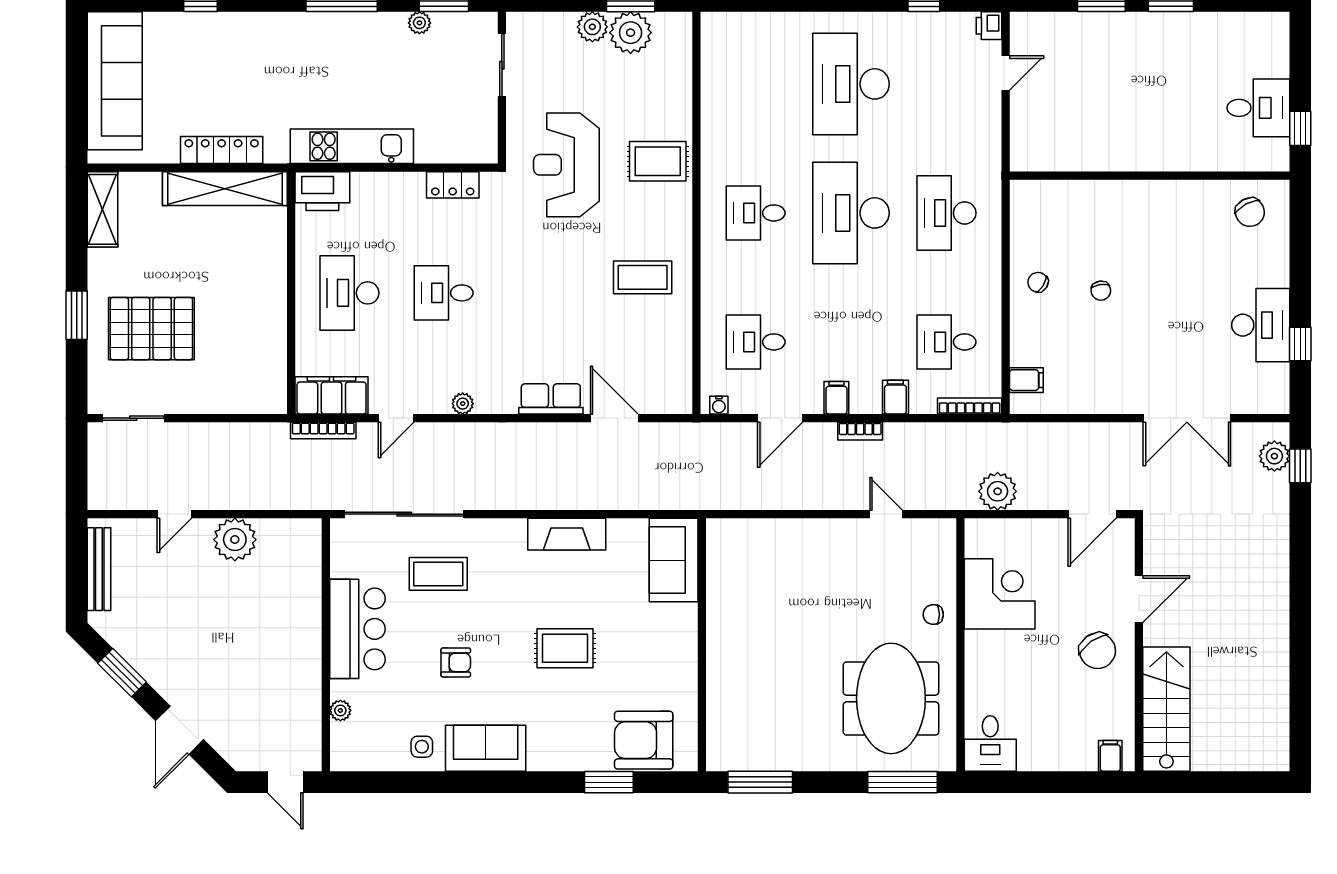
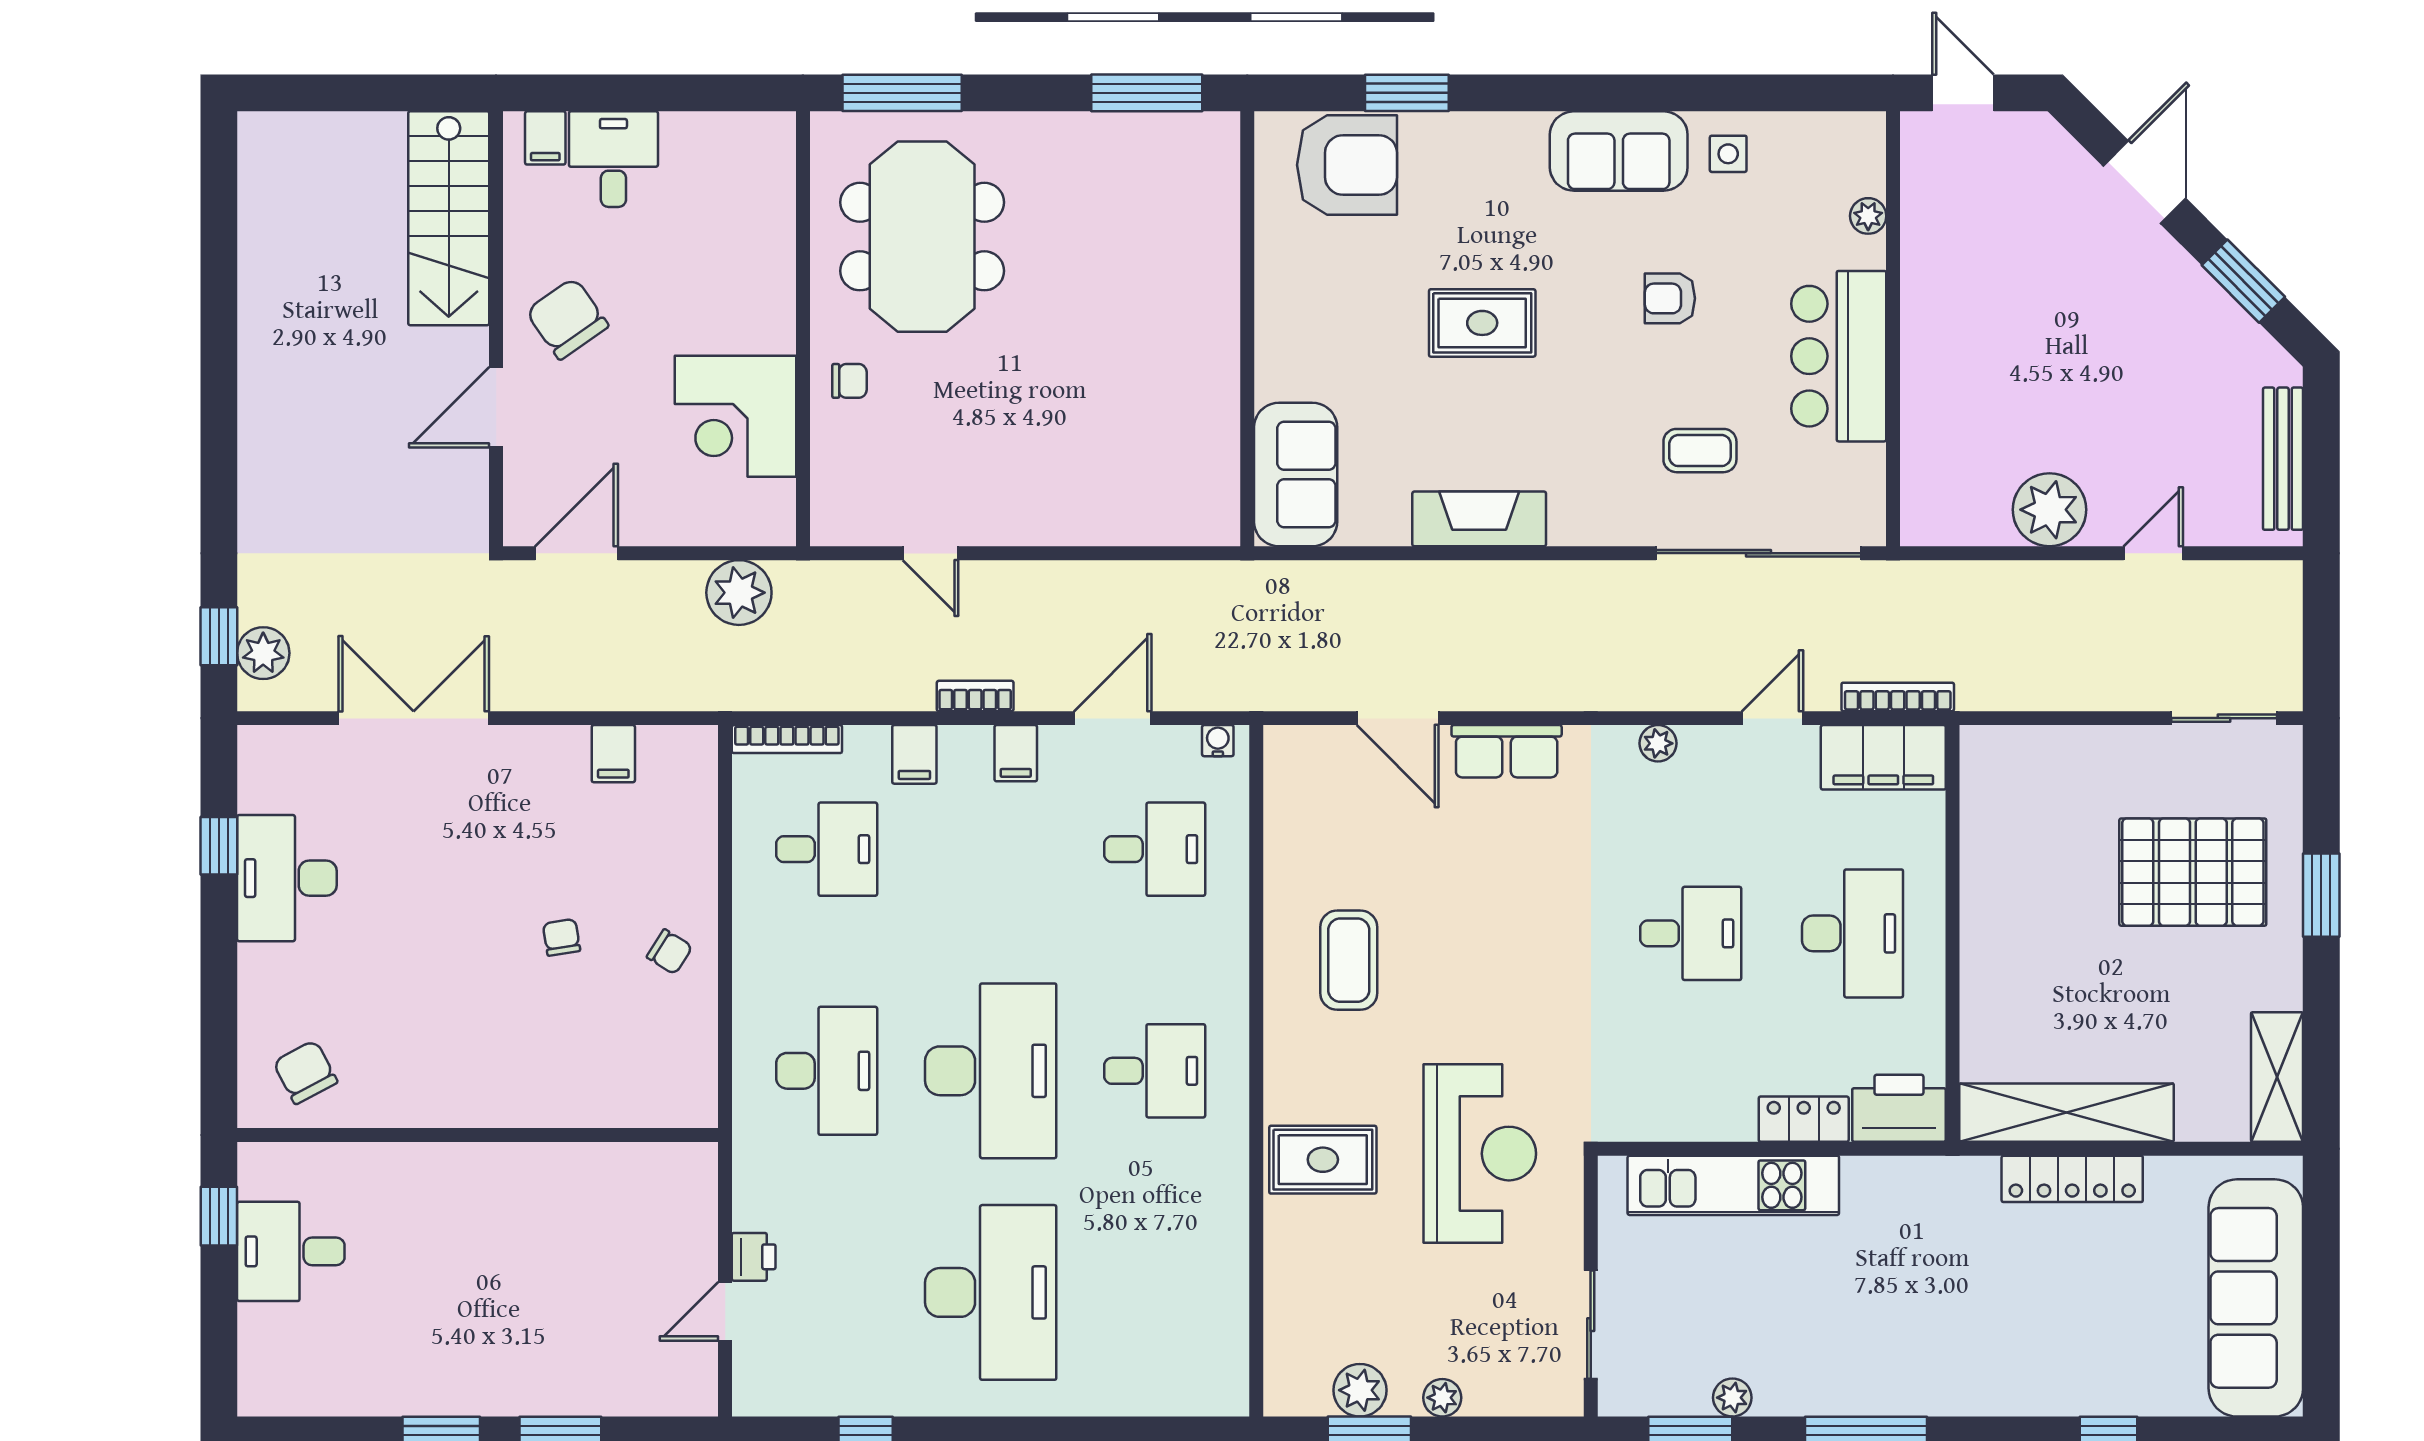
printer: (989, 26) -> (754, 1257), moved
plant: (592, 27) -> (1442, 1398), width x0.73, depth x0.73
plant: (631, 33) -> (1360, 1390), width x0.73, depth x0.73
kitchen unit: (352, 146) -> (1733, 1185), moved
locker: (453, 185) -> (1804, 1119), moved
coffee table: (643, 277) -> (1349, 960), turned 90
filing cabinet: (1026, 380) -> (613, 754), moved, turned -90
coffee table: (438, 574) -> (1700, 451), width x0.73, depth x0.77
desk: (990, 744) -> (613, 159), moved

